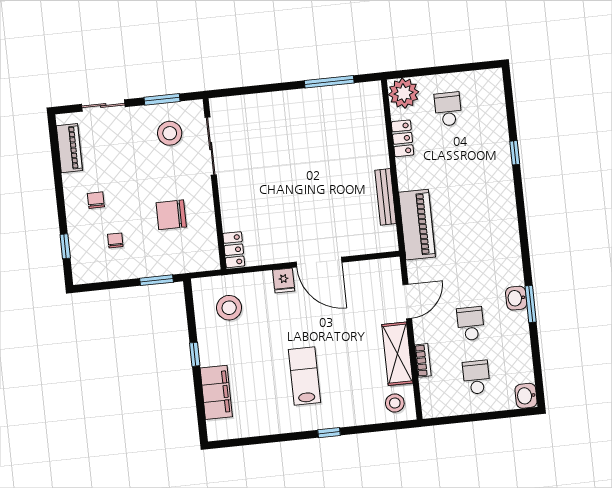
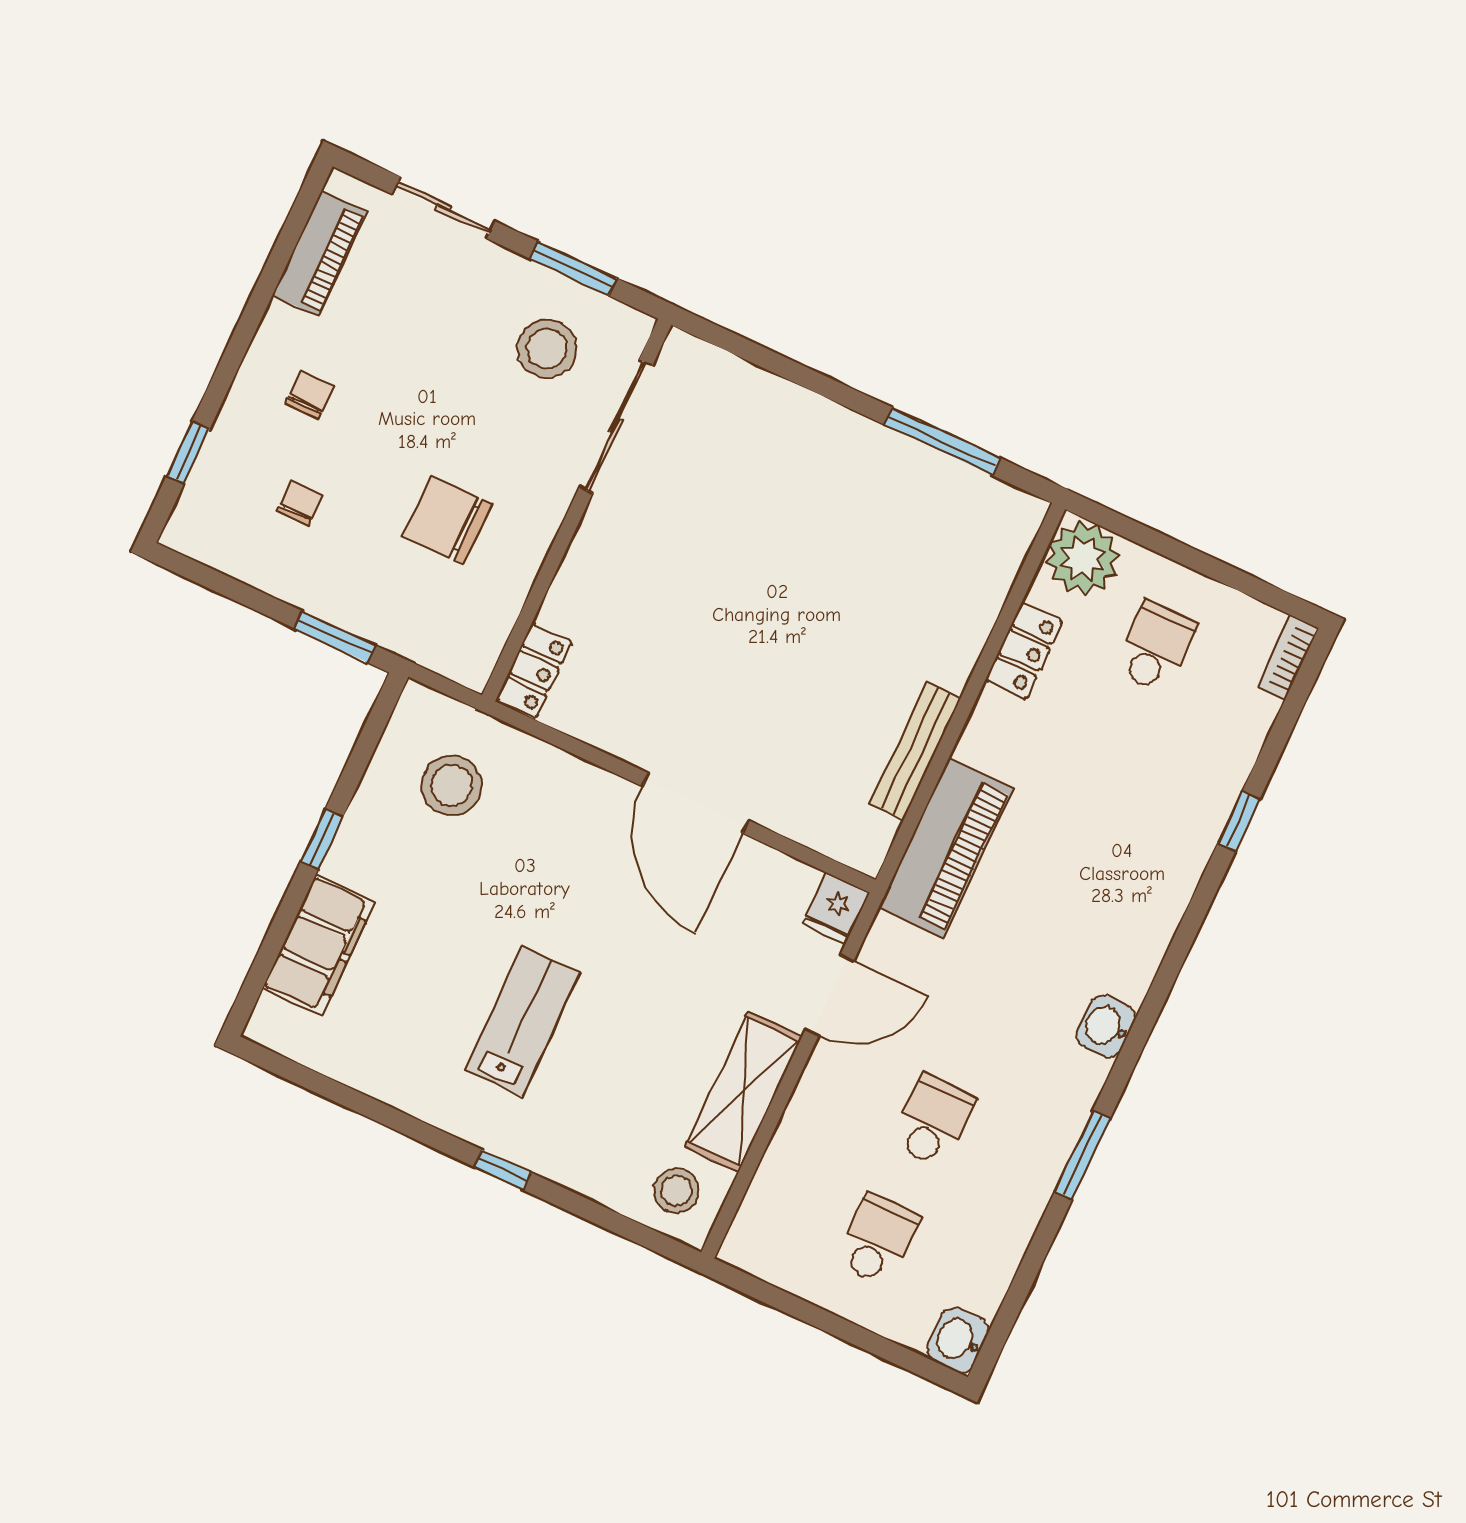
fridge: (284, 281) -> (836, 908), moved
washbasin: (516, 298) -> (1106, 1026), moved
bookcase: (423, 360) -> (1288, 657), moved, turned 180

